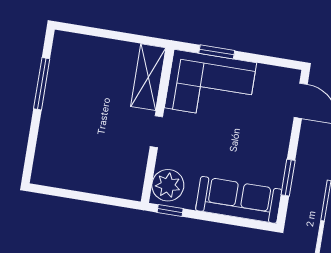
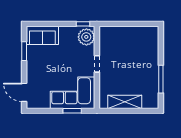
shelving: (148, 77) -> (125, 102), moved, turned 90
sofa: (239, 200) -> (42, 35), width x0.73

